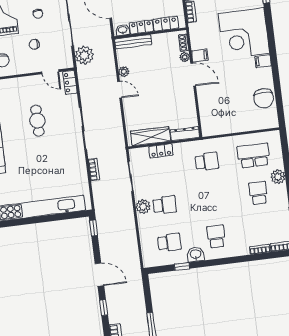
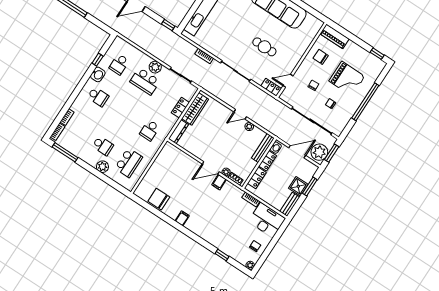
corner desk: (244, 33) -> (210, 221), removed
plant: (84, 55) -> (280, 111), removed
school desk: (165, 205) -> (145, 81), width x1.85

